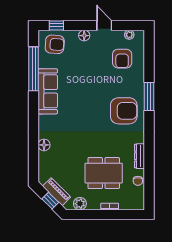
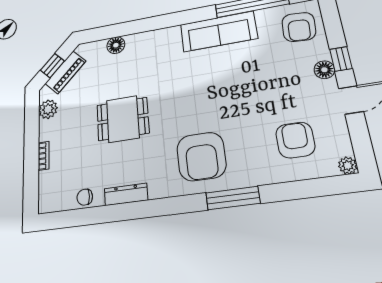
window: (56, 25) -> (341, 59), moved
plant: (129, 35) -> (348, 165), moved
armchair: (122, 59) -> (295, 140), turned 90
floor lamp: (44, 145) -> (116, 45), moved
dining table: (104, 173) -> (123, 119), moved, width x0.73

